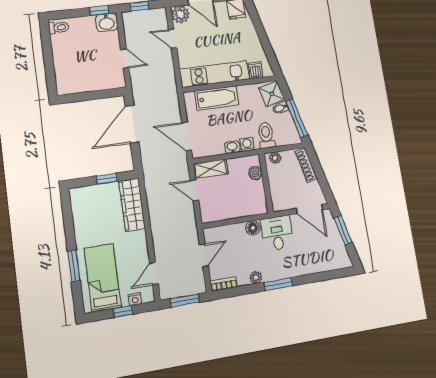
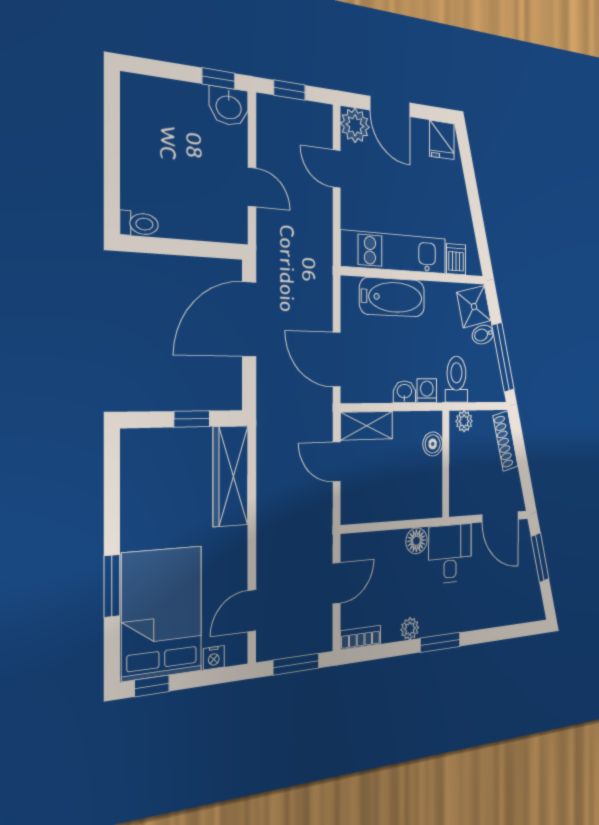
toilet: (59, 28) -> (139, 224), moved
bed: (103, 278) -> (162, 613), width x1.50
window: (123, 311) -> (152, 686), moved

